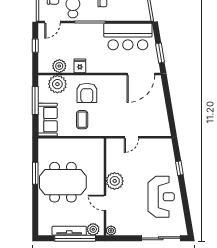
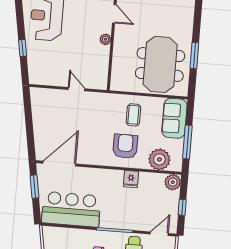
plant: (59, 66) -> (173, 182), moved
door: (131, 137) -> (76, 89), hinge flipped
plant: (115, 181) -> (105, 39), width x0.53, depth x0.53
meeting table: (63, 182) -> (160, 64), moved, turned 90

